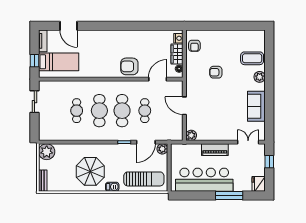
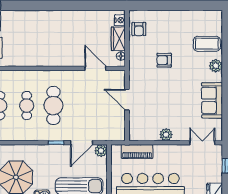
armchair: (129, 66) -> (62, 53), removed
door: (158, 79) -> (95, 68), hinge flipped
cafe table: (99, 111) -> (27, 106), width x0.73, depth x0.74
cafe table: (145, 111) -> (80, 106), removed
plant: (191, 135) -> (166, 135), moved
piano: (215, 150) -> (137, 151), moved

